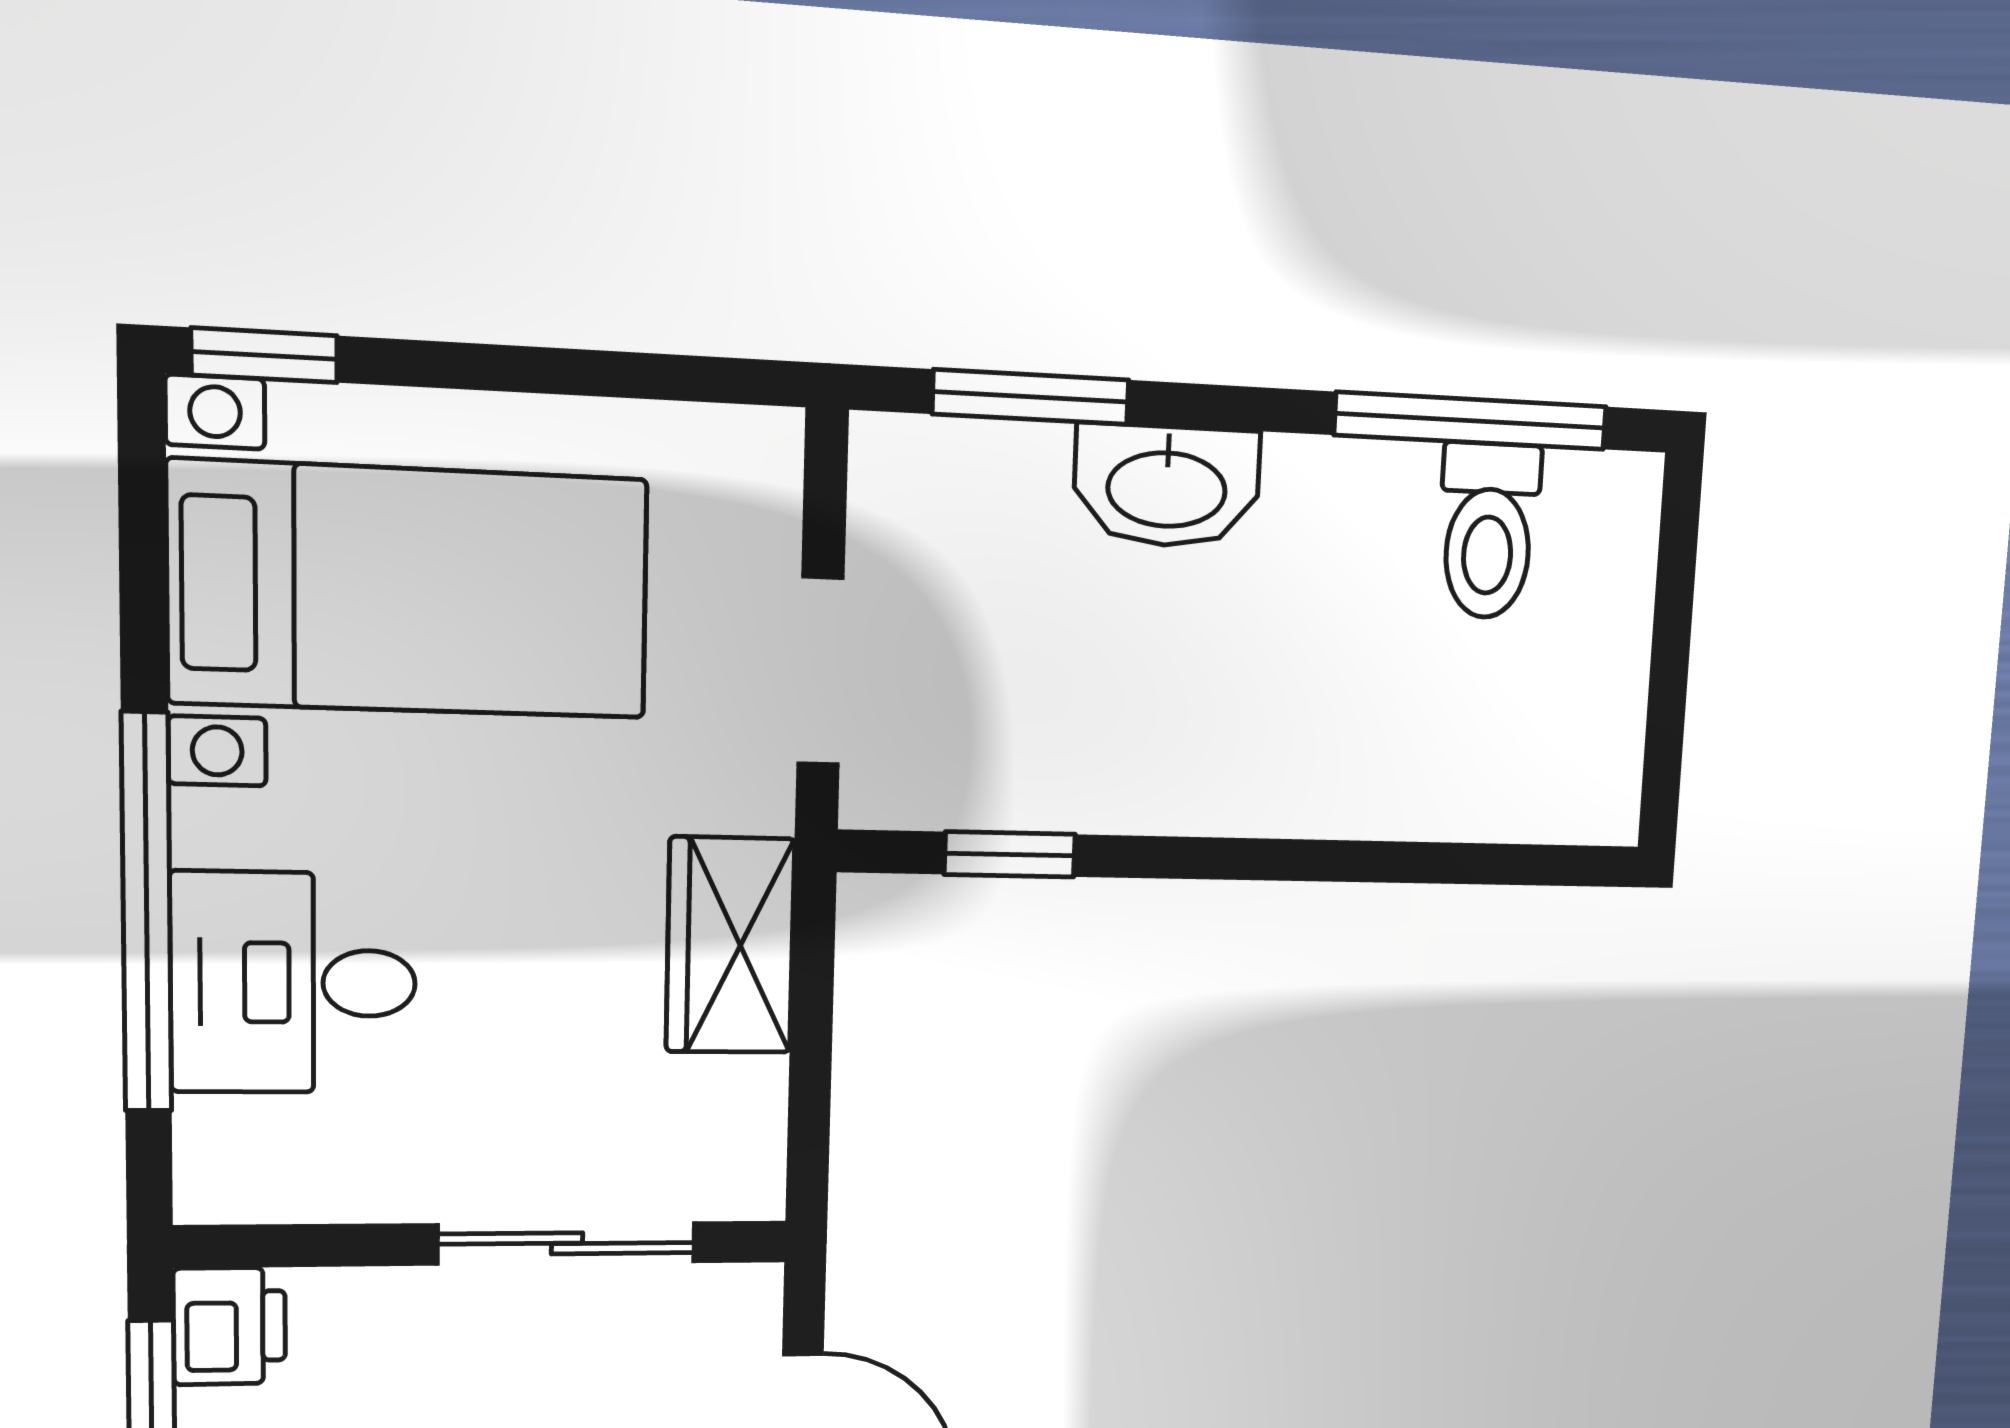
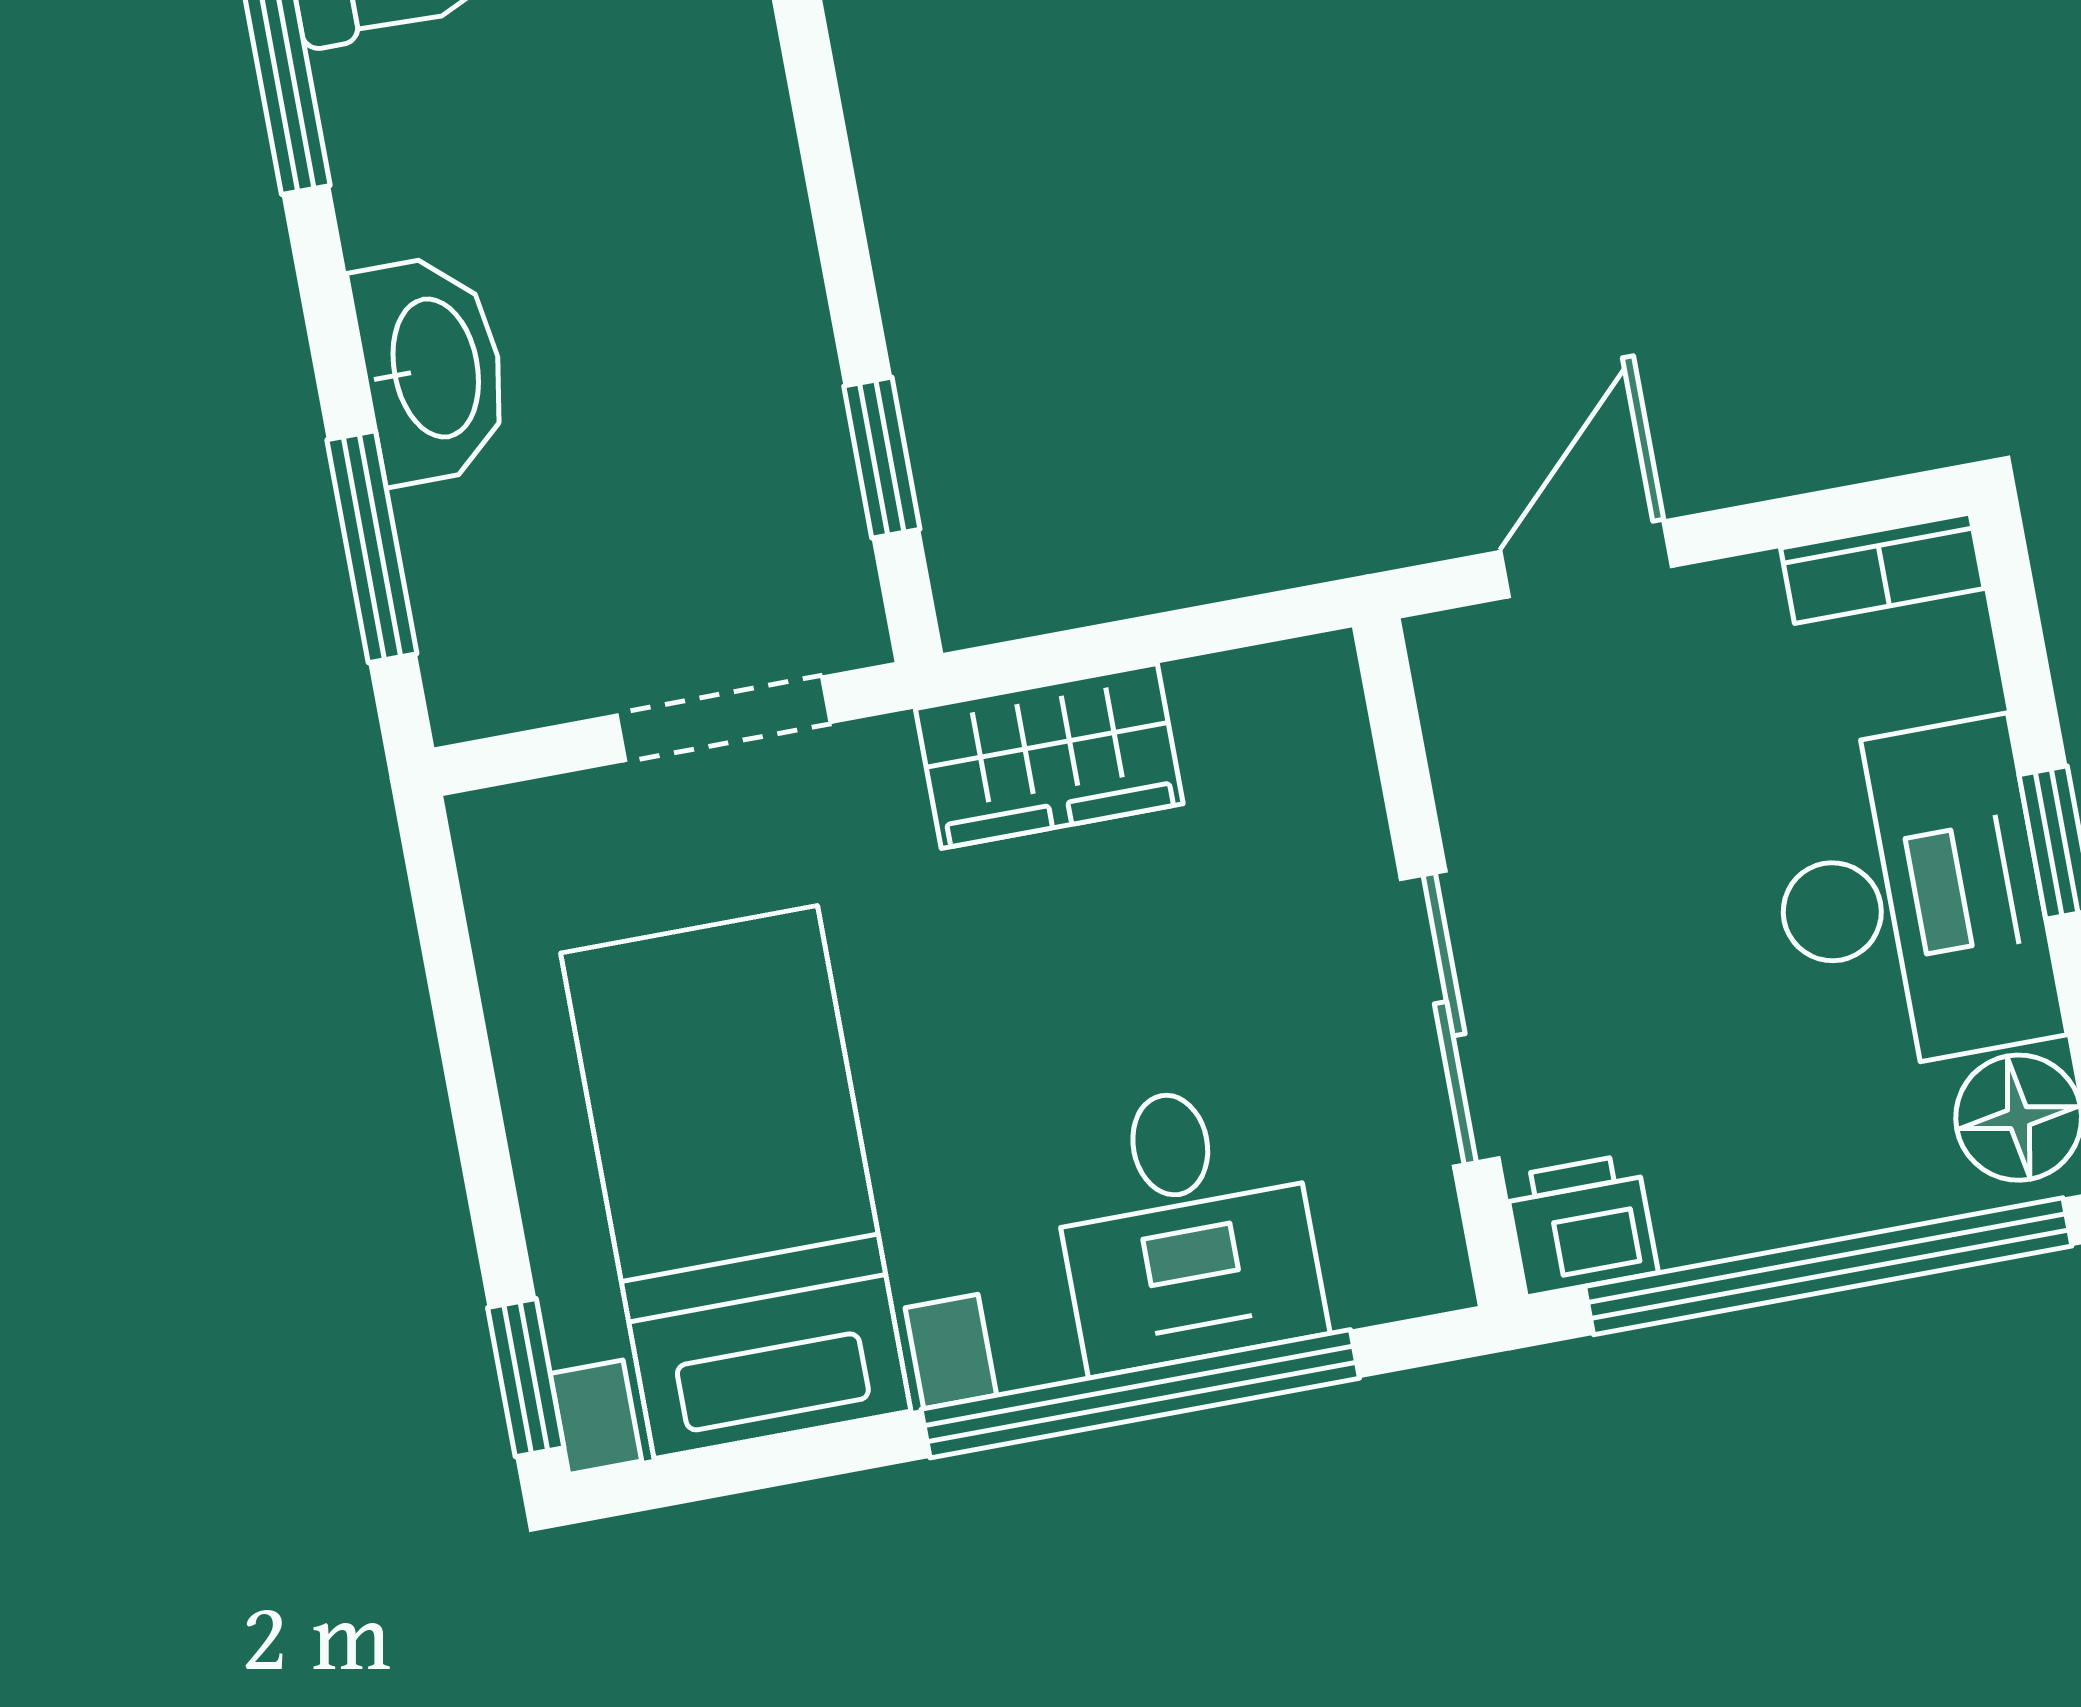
sliding door: (567, 1243) -> (1450, 1019), moved

